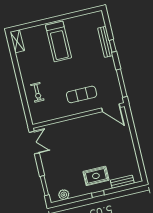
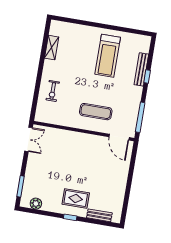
shelving: (17, 41) -> (52, 48), moved
treadmill: (59, 41) -> (108, 56), moved

